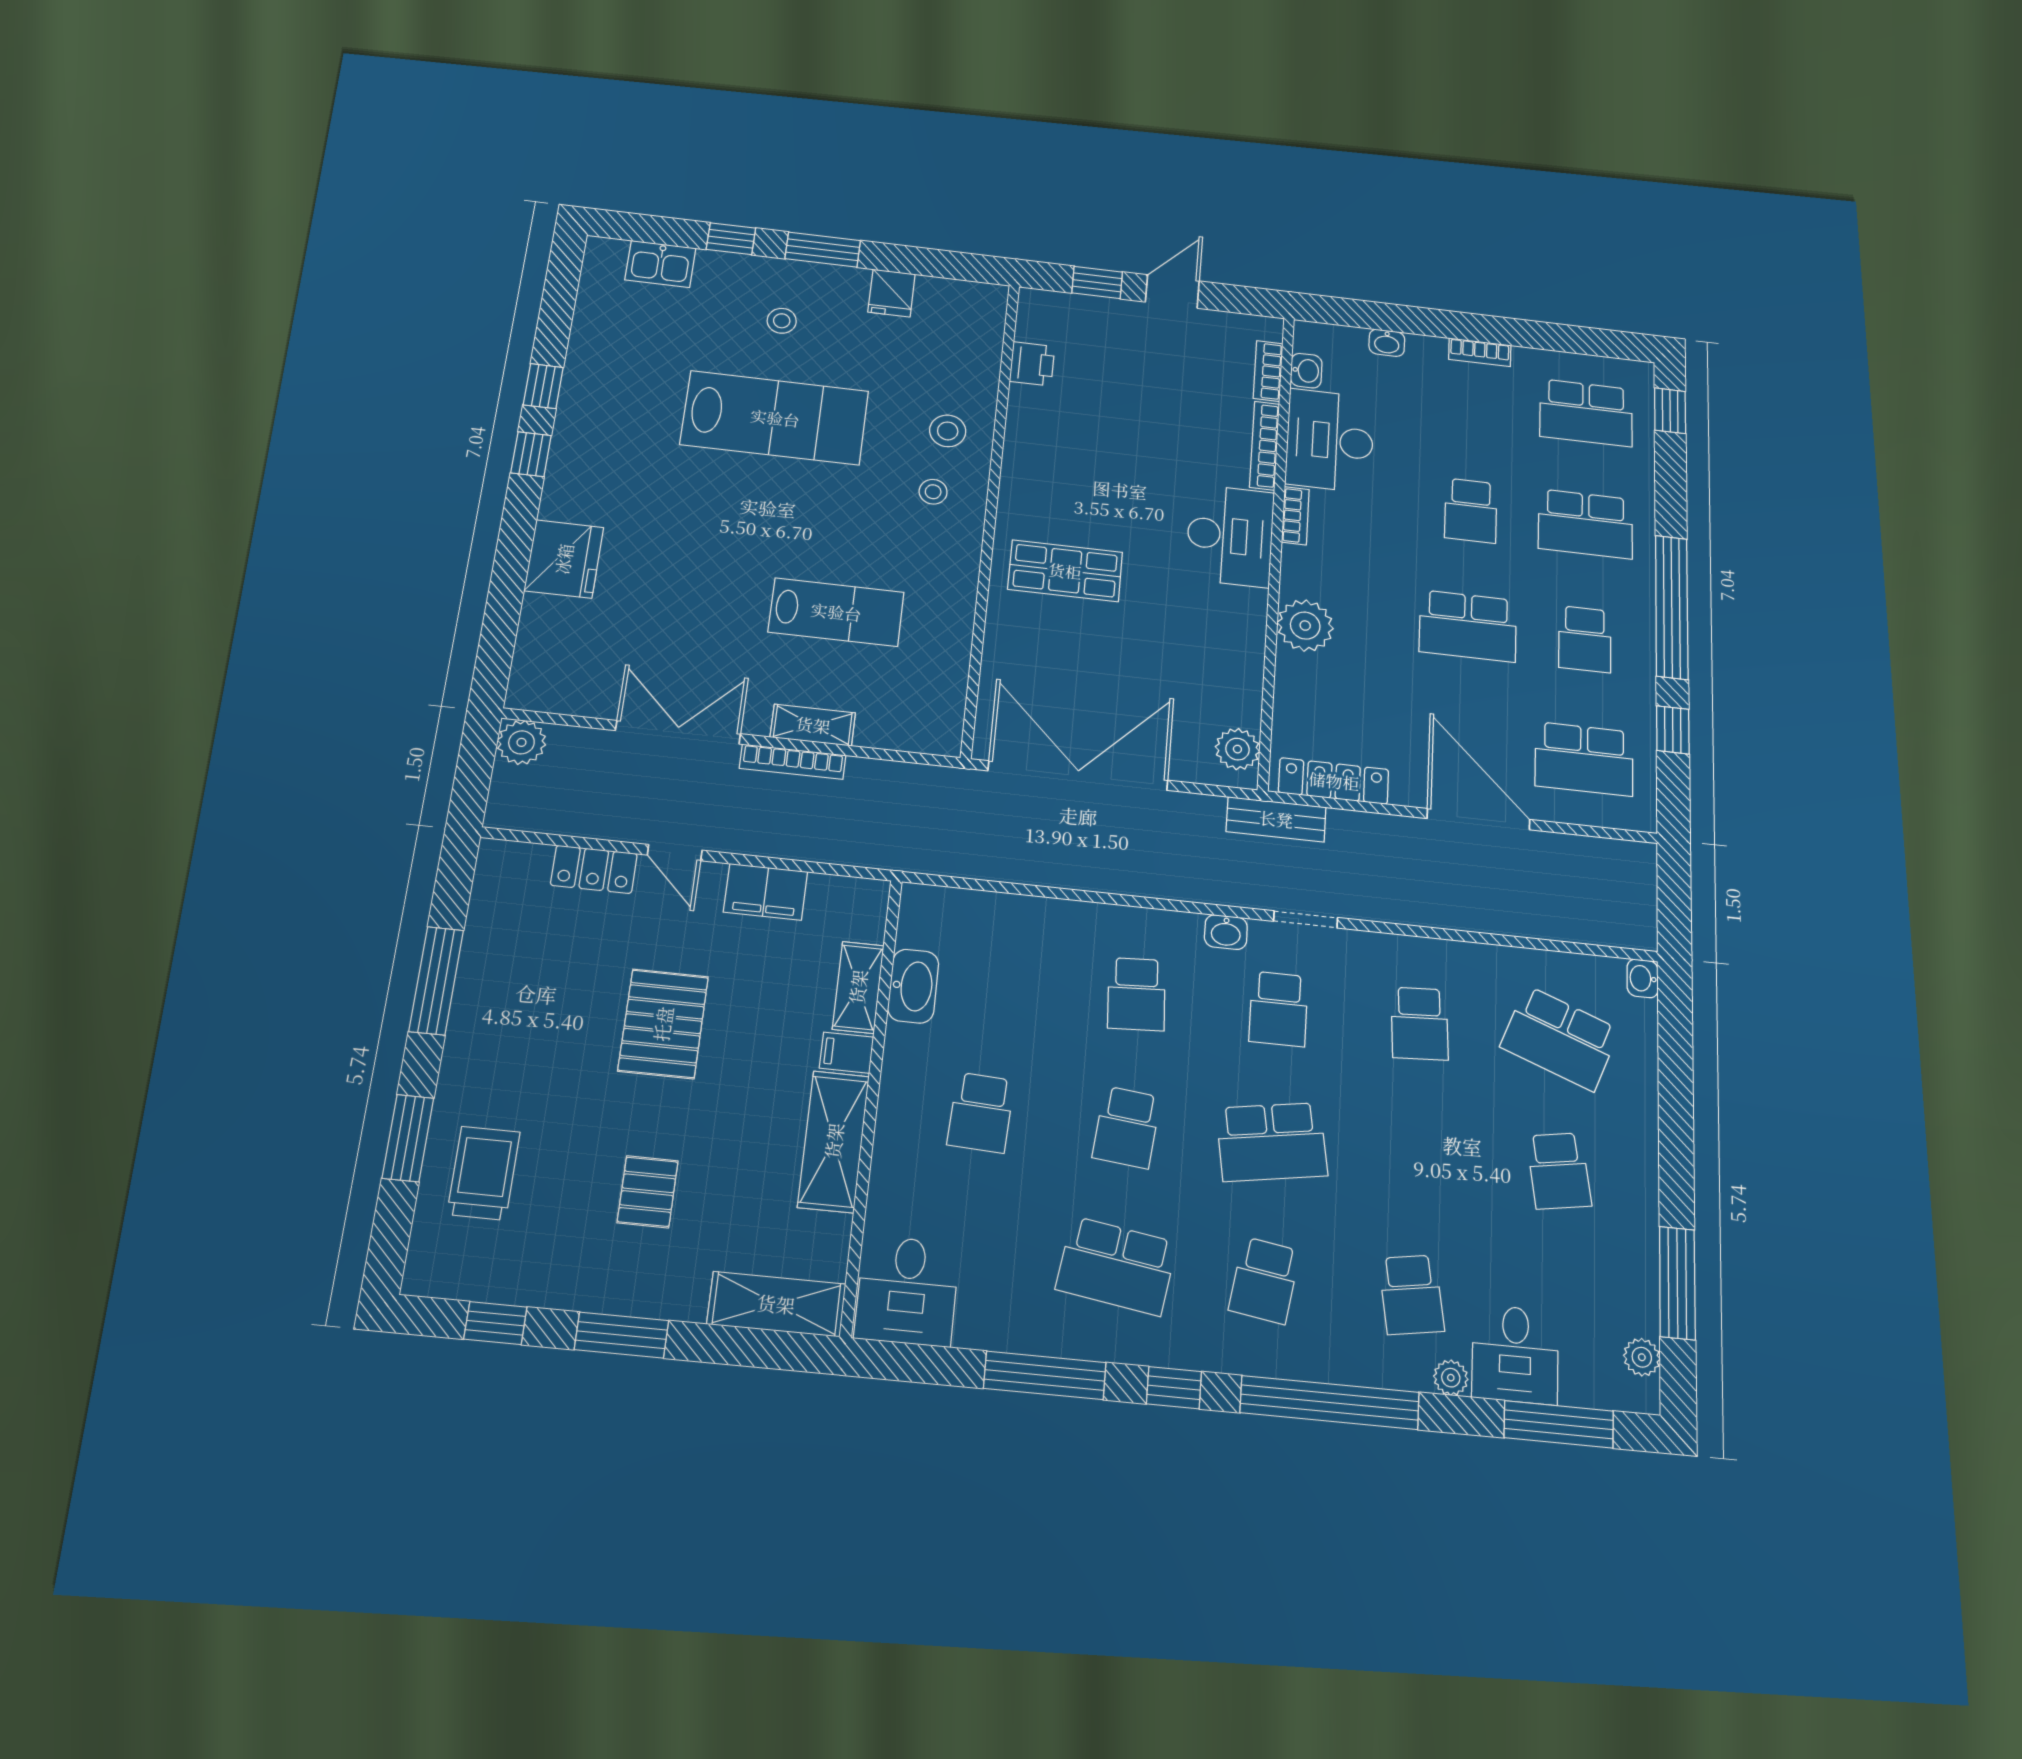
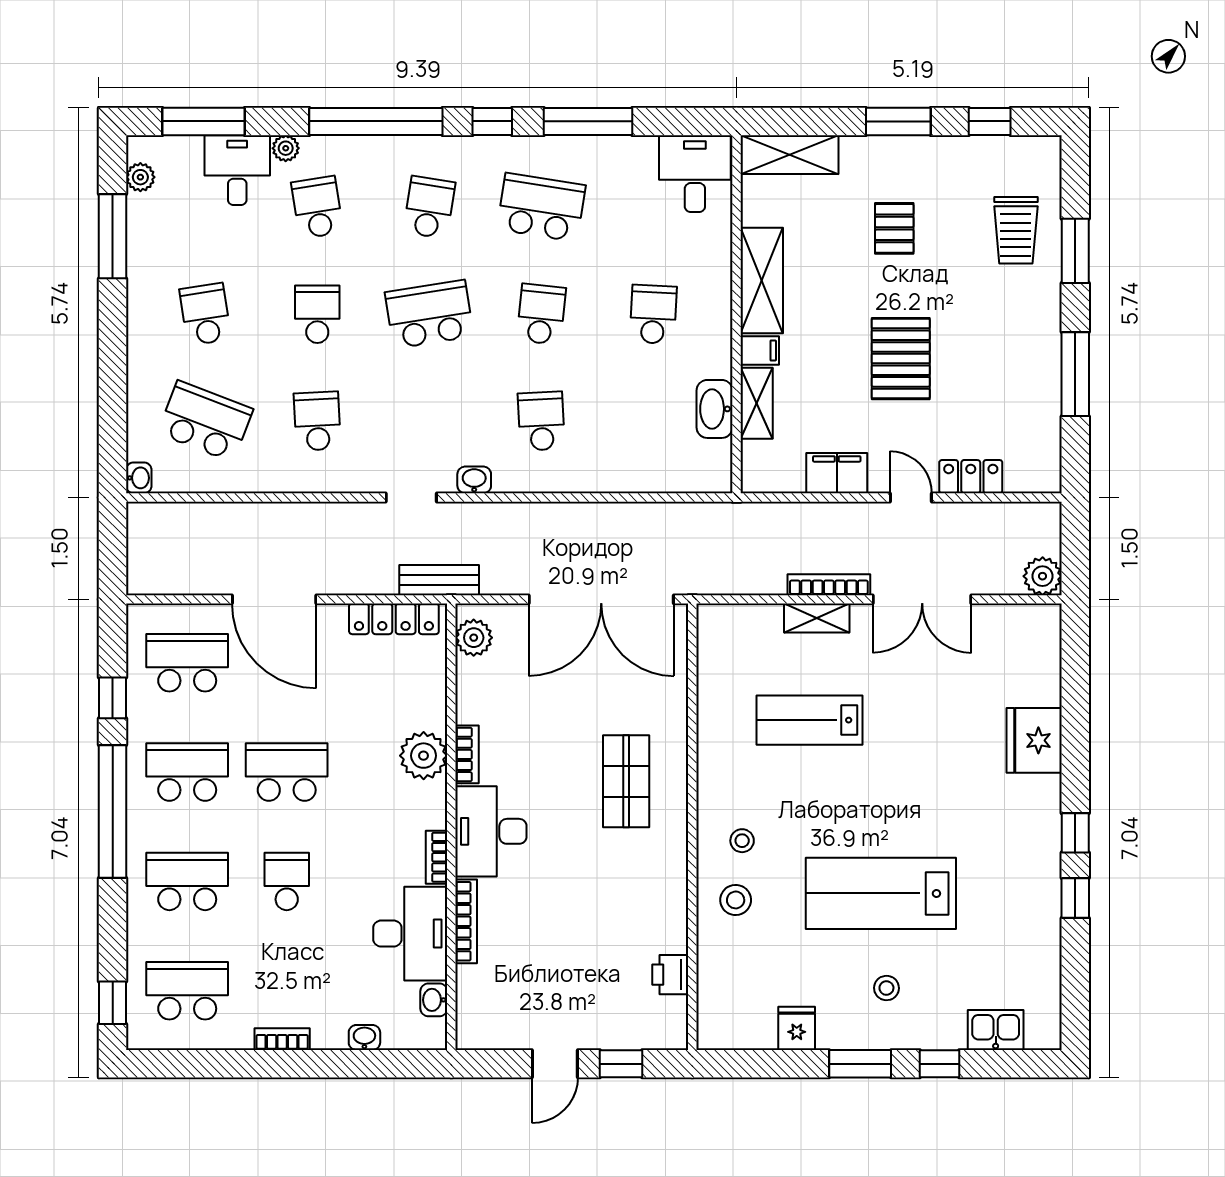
bookcase: (1268, 371) -> (467, 754), moved
shop shelf: (1065, 571) -> (626, 781), turned 90
school desk: (1585, 639) -> (187, 772), width x1.85
school desk: (1278, 1009) -> (317, 314), moved

